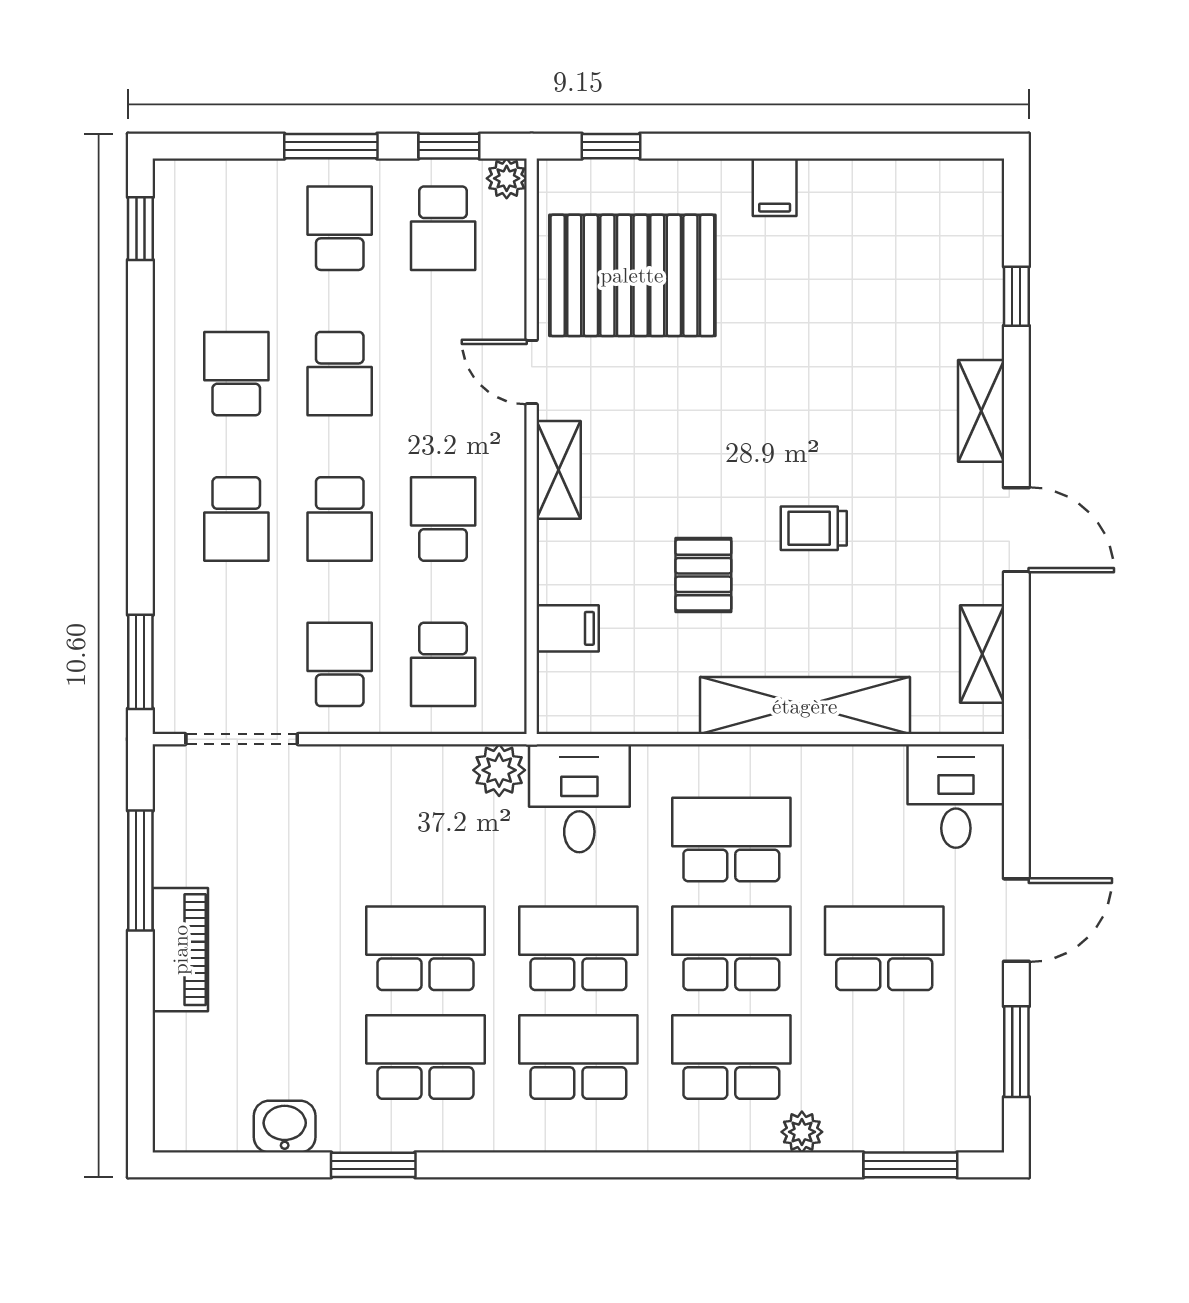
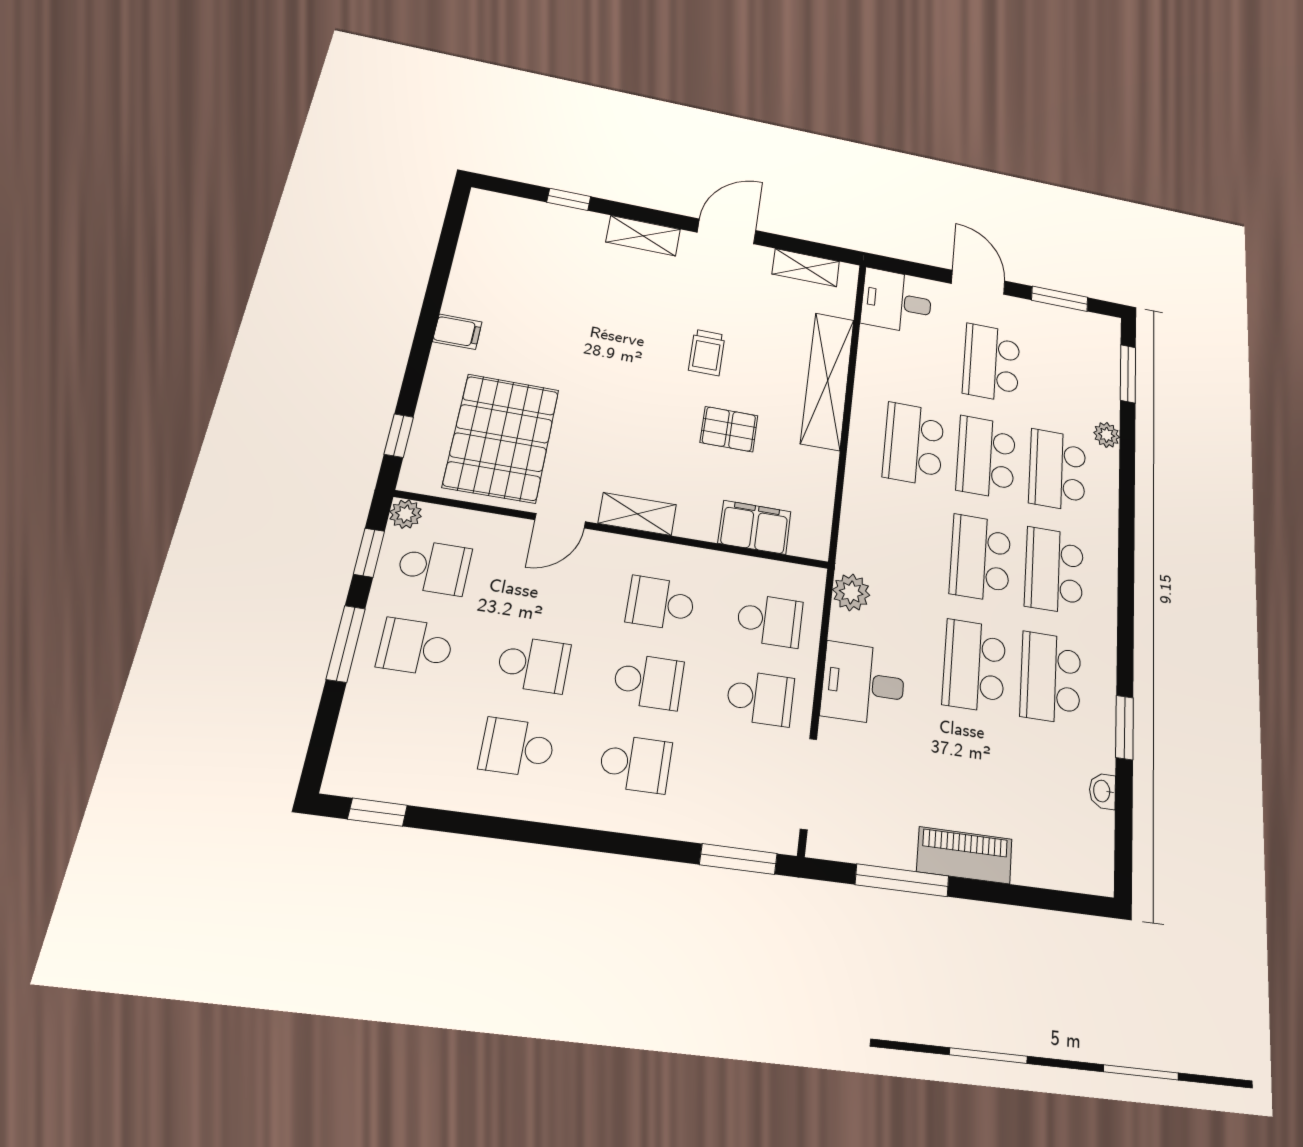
filing cabinet: (568, 628) -> (755, 527), width x2.00
school desk: (340, 664) -> (760, 698), turned 180
desk: (579, 798) -> (863, 684), moved
washbasin: (285, 1127) -> (1102, 791), width x0.72, depth x0.69

